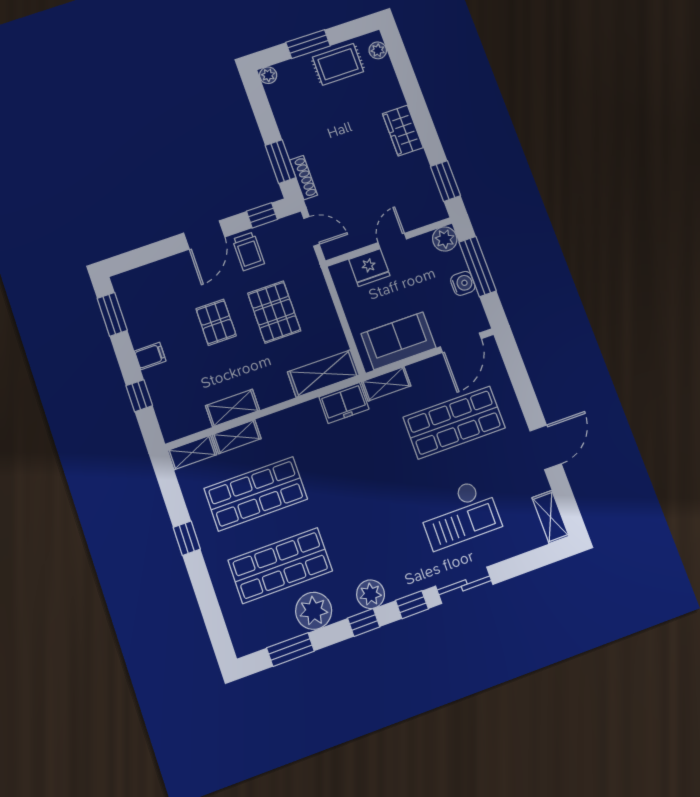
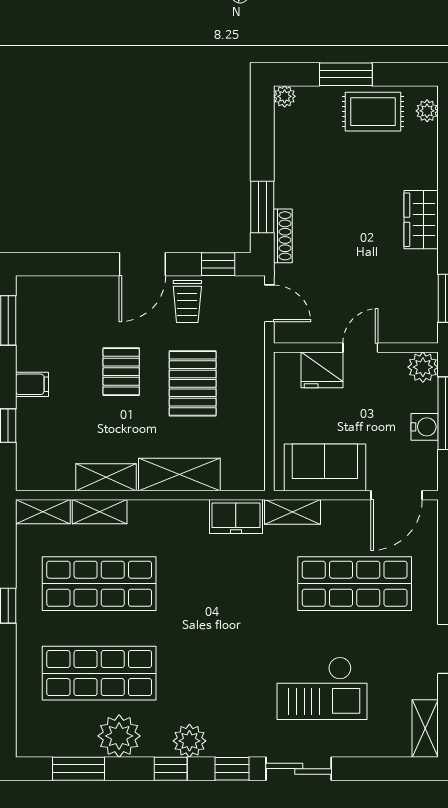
shelving: (323, 374) -> (179, 475), moved

